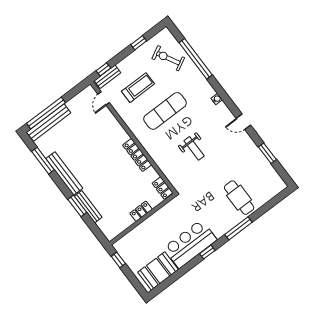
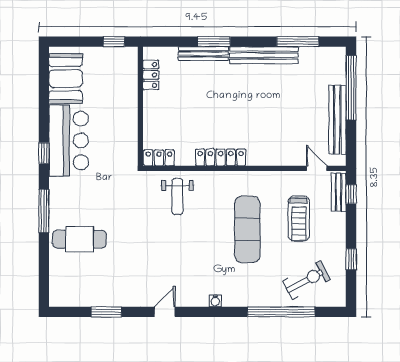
bench: (49, 123) -> (337, 120), moved
weight bench: (194, 148) -> (177, 196), moved, turned -90
locker: (141, 211) -> (151, 75), moved

